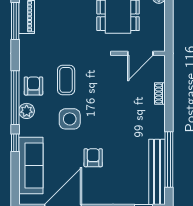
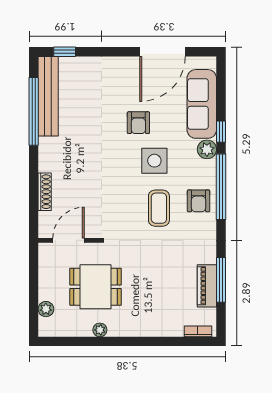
shoe rack: (160, 94) -> (45, 192), width x1.43
plant: (27, 111) -> (207, 149), moved
armchair: (93, 158) -> (138, 123), moved

